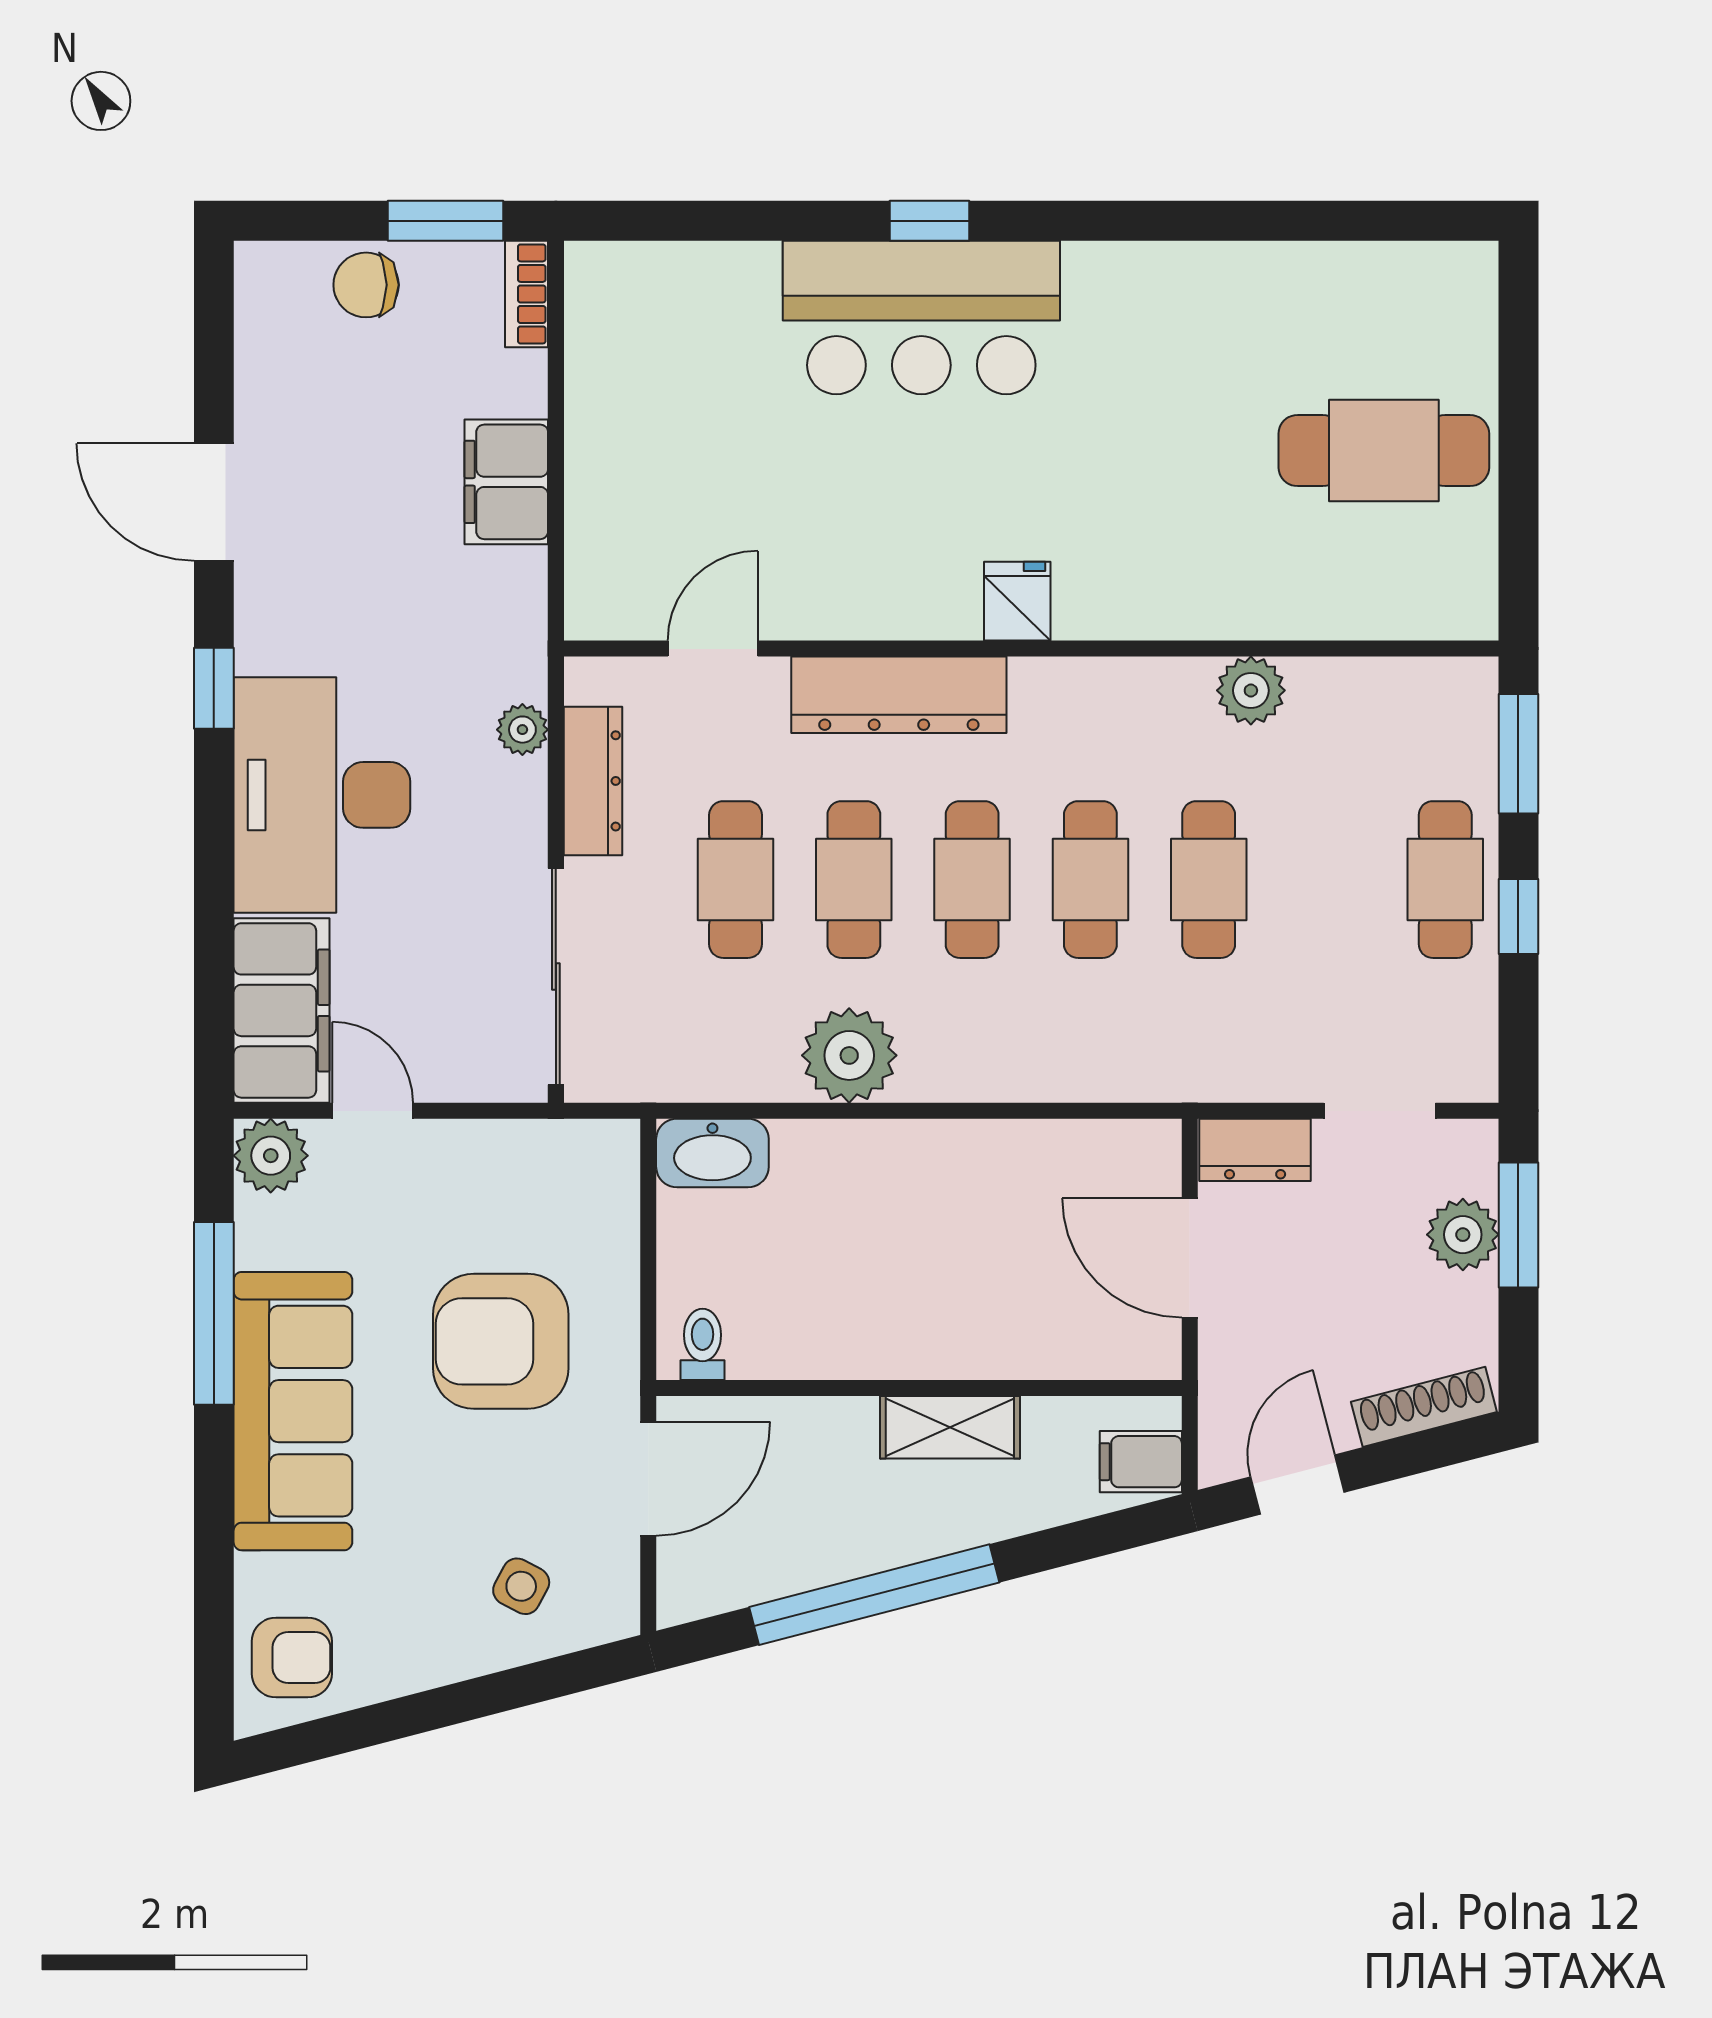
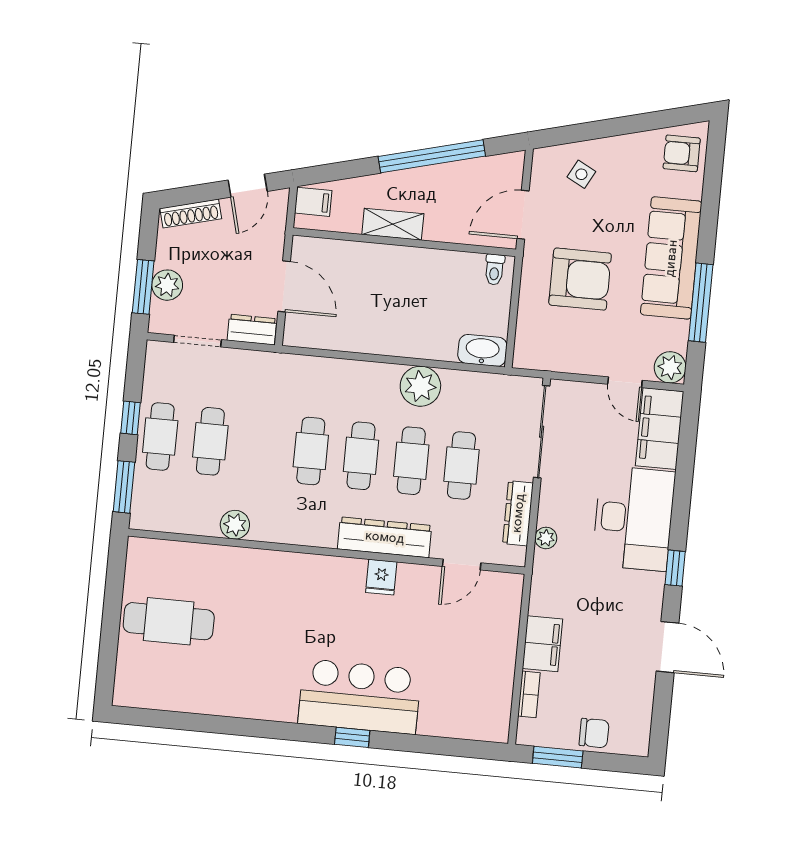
bookcase: (527, 294) -> (529, 694), moved
fridge: (1017, 601) -> (381, 577), moved
cafe table: (1209, 880) -> (210, 441), moved

